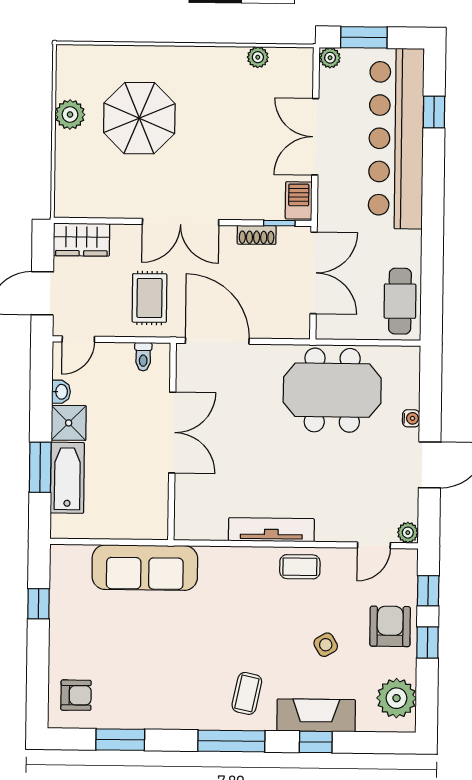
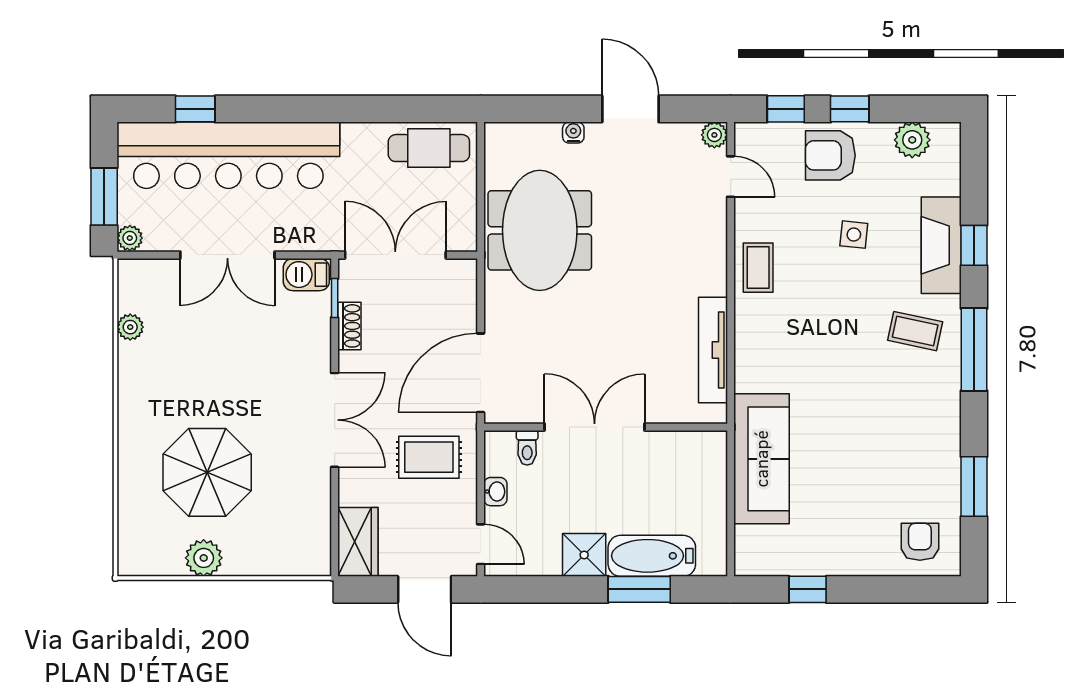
toilet: (143, 357) -> (527, 448), moved, turned 90
washbasin: (61, 392) -> (495, 492), moved, turned 90
tv unit: (271, 530) -> (713, 350), moved
side table: (326, 645) -> (854, 235), turned 36
plant: (396, 698) -> (912, 140), width x0.73, depth x0.73

